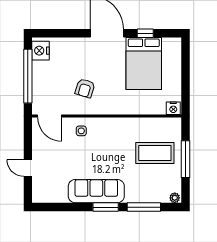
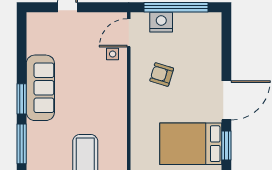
window: (145, 33) -> (226, 145), width x1.50
nightstand: (41, 51) -> (161, 22), moved
side table: (81, 131) -> (113, 54), moved

